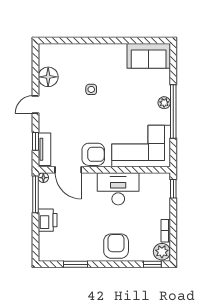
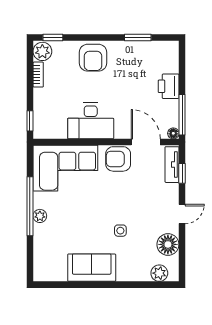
plant: (56, 51) -> (159, 273), added
sofa: (149, 56) -> (92, 268), moved

